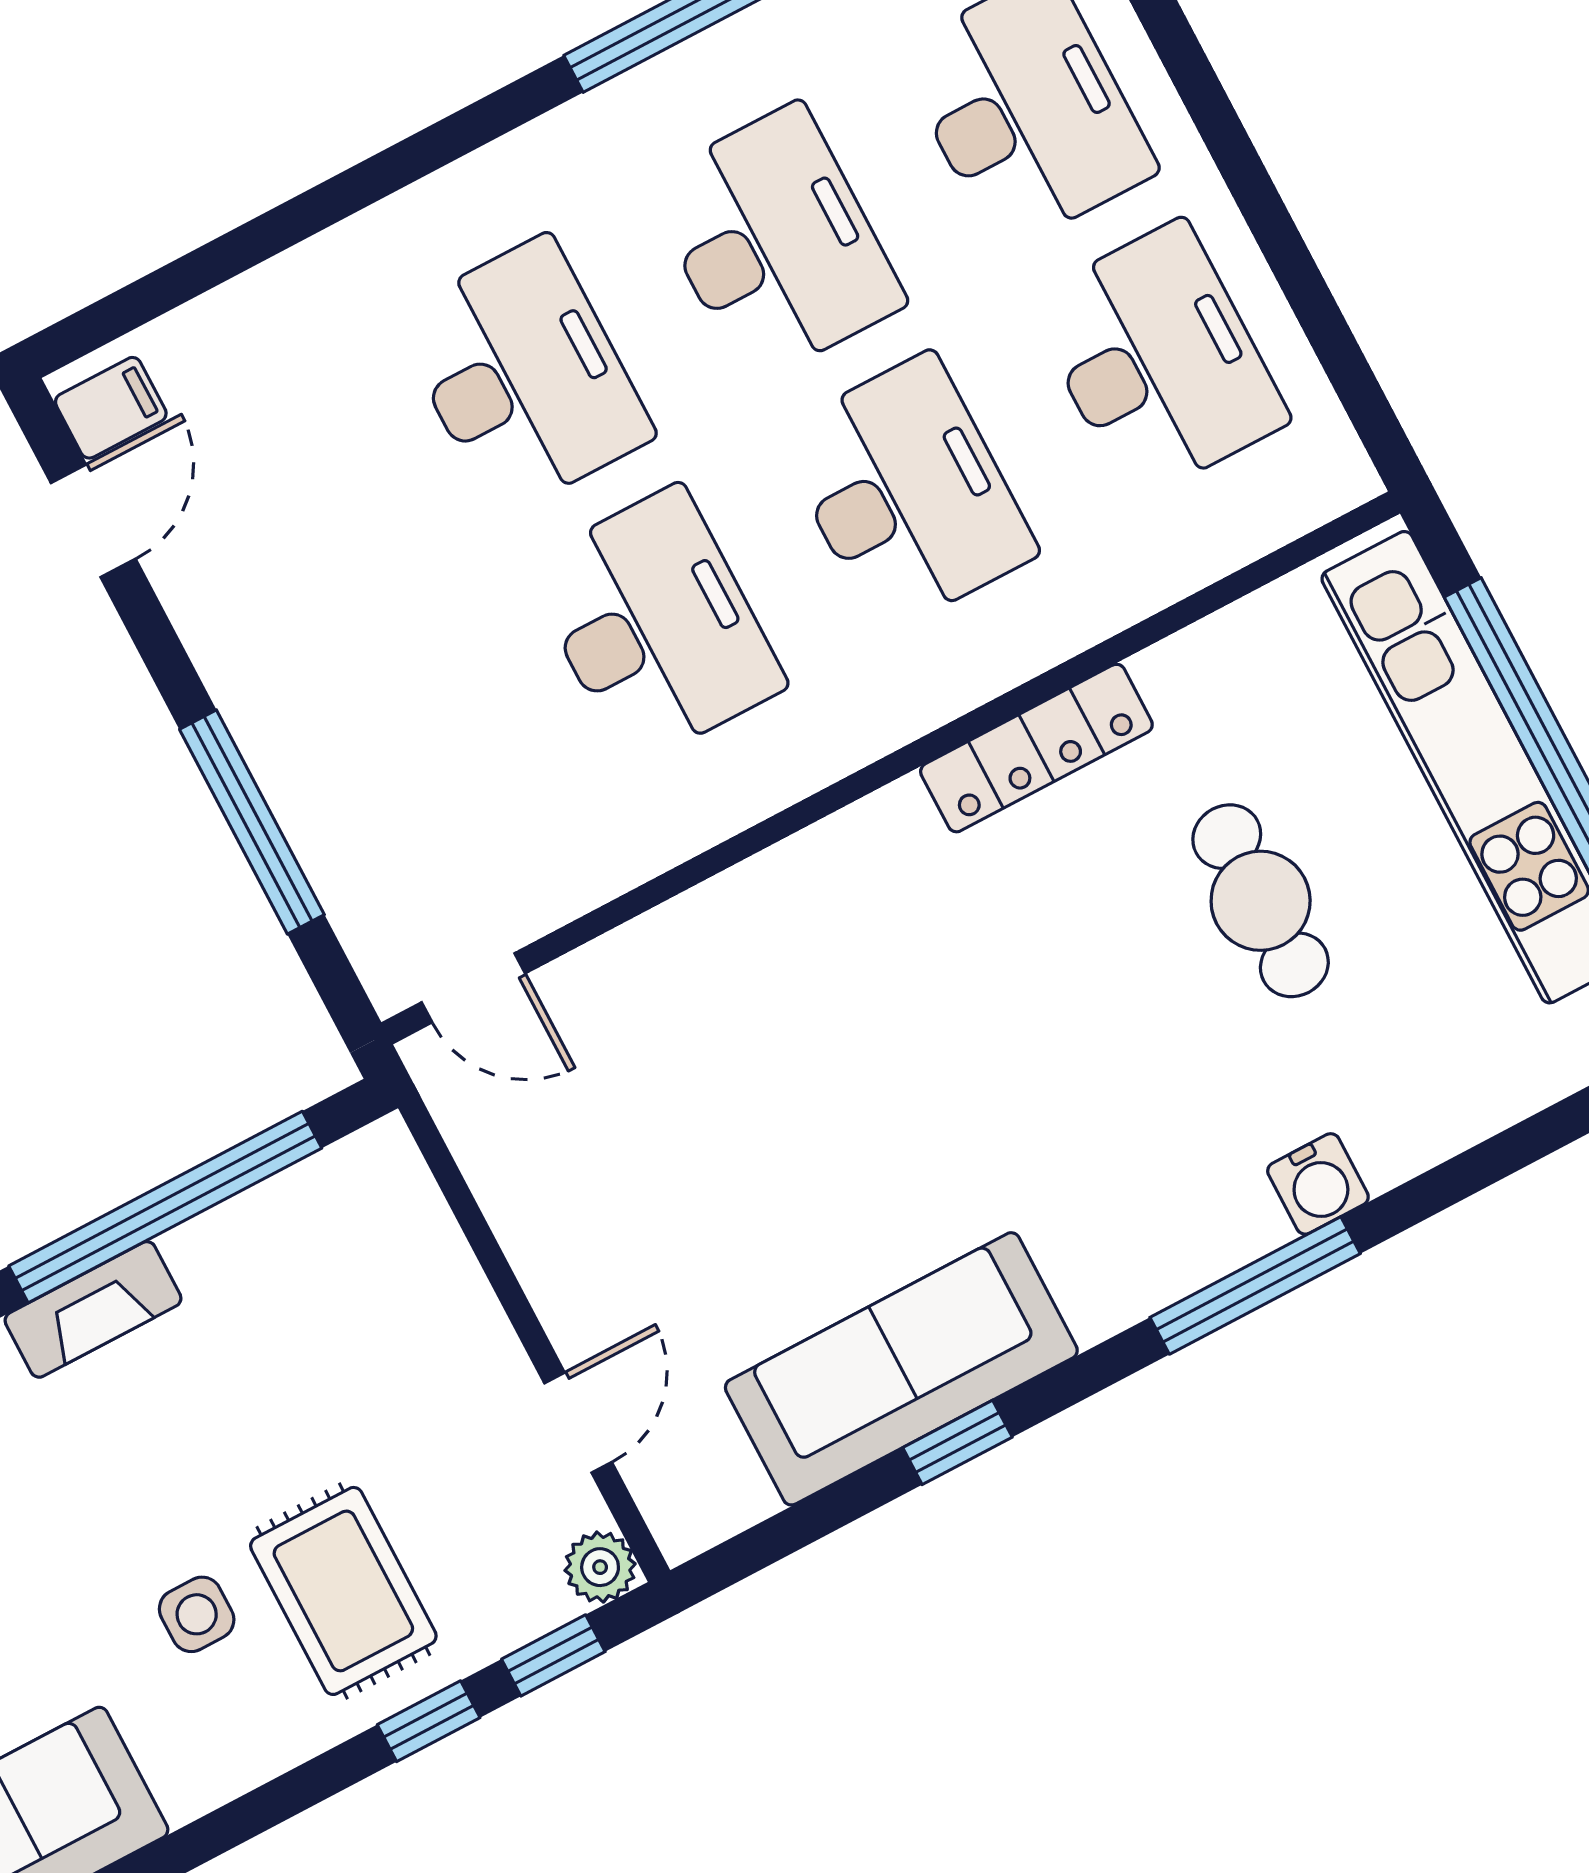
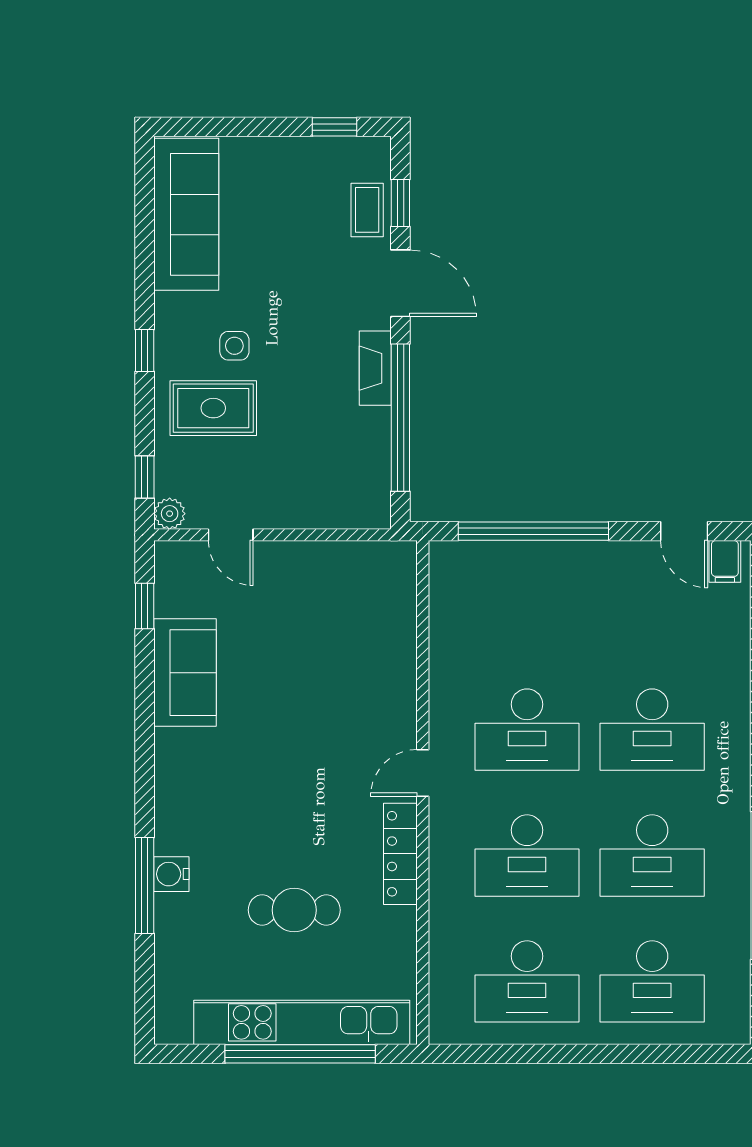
window: (252, 822) -> (533, 531), width x1.46
door: (473, 988) -> (423, 773), moved
window: (1255, 1285) -> (145, 886), moved
sofa: (901, 1369) -> (185, 673), width x0.73
window: (957, 1442) -> (145, 606), moved
window: (429, 1721) -> (145, 350), moved

